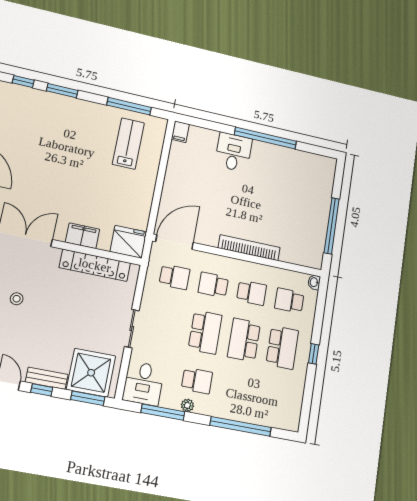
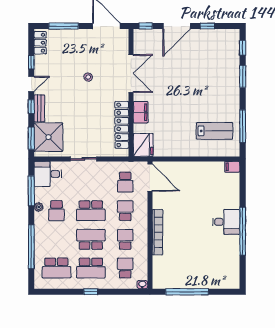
desk: (233, 152) -> (226, 222), moved
school desk: (252, 293) -> (125, 239), turned 180
school desk: (275, 396) -> (56, 268), added

